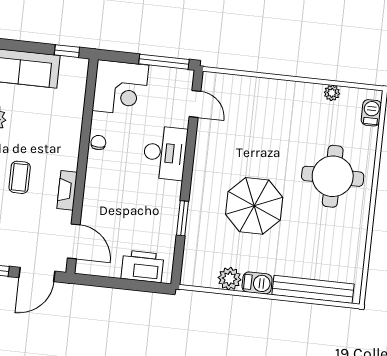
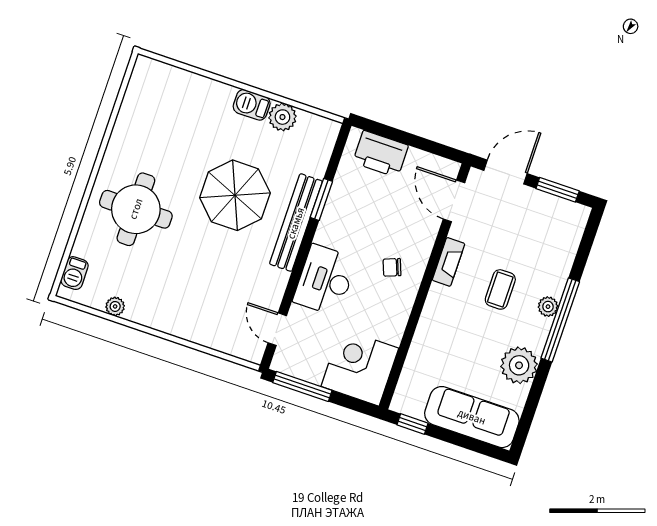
chair: (98, 143) -> (392, 267), moved, turned 69
bench: (313, 289) -> (296, 223), moved, turned 90

